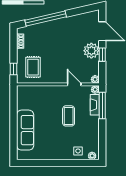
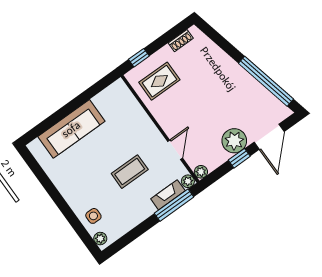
window: (46, 18) -> (266, 81), moved

